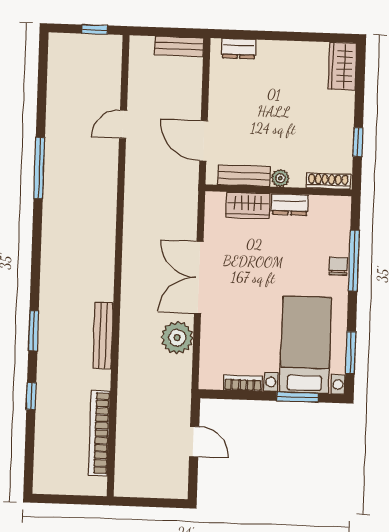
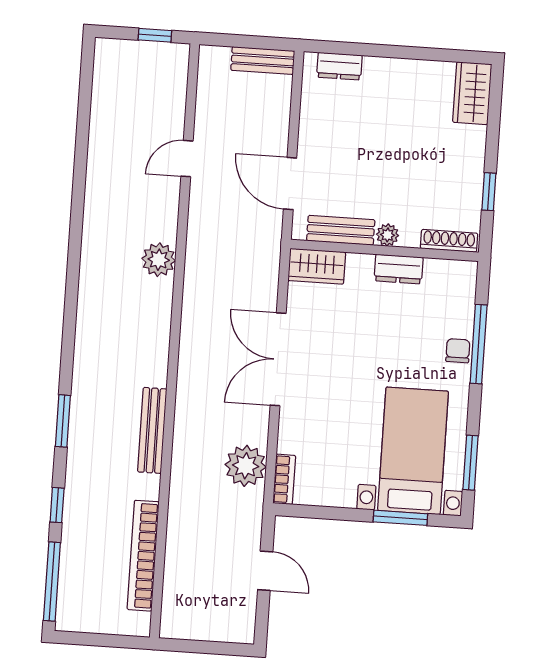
window: (39, 168) -> (52, 582), moved
plant: (104, 203) -> (159, 260), added
wardrobe: (248, 205) -> (317, 266), moved
plant: (177, 338) -> (246, 466), moved
bookcase: (243, 383) -> (284, 479), moved, turned 90

